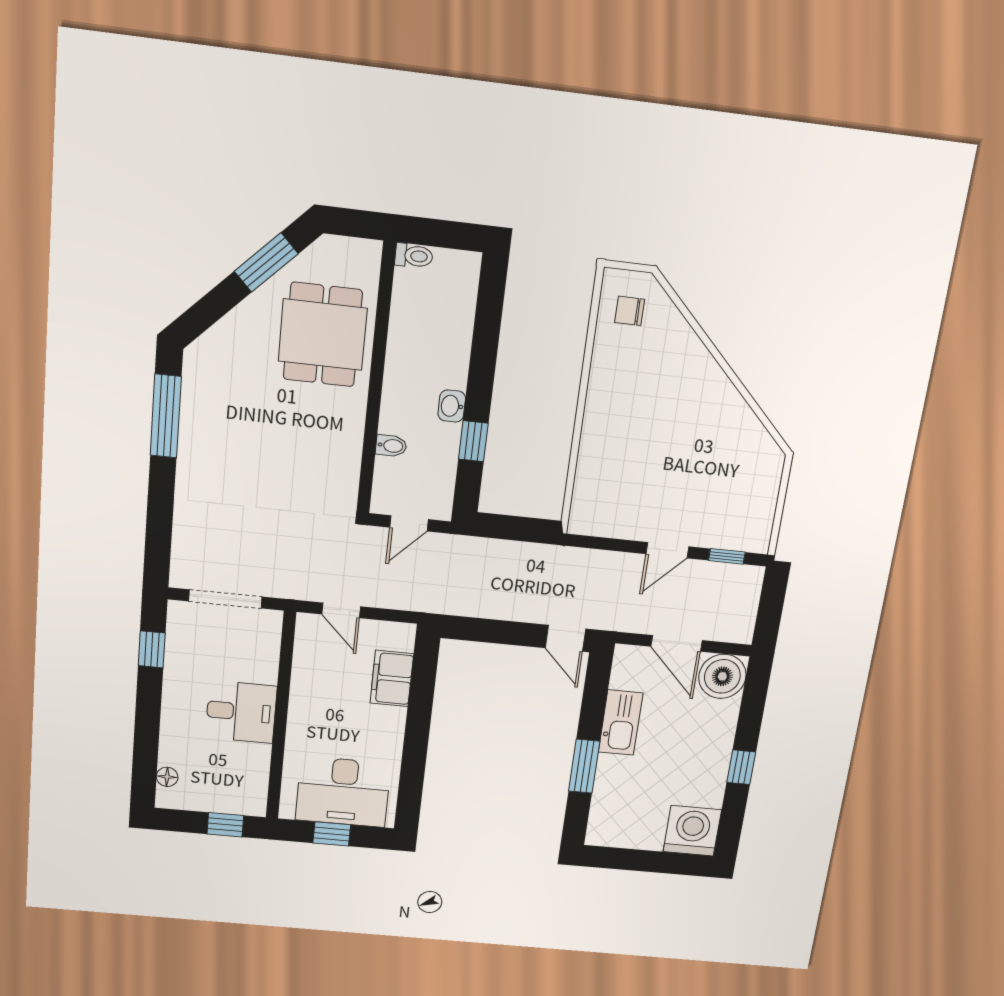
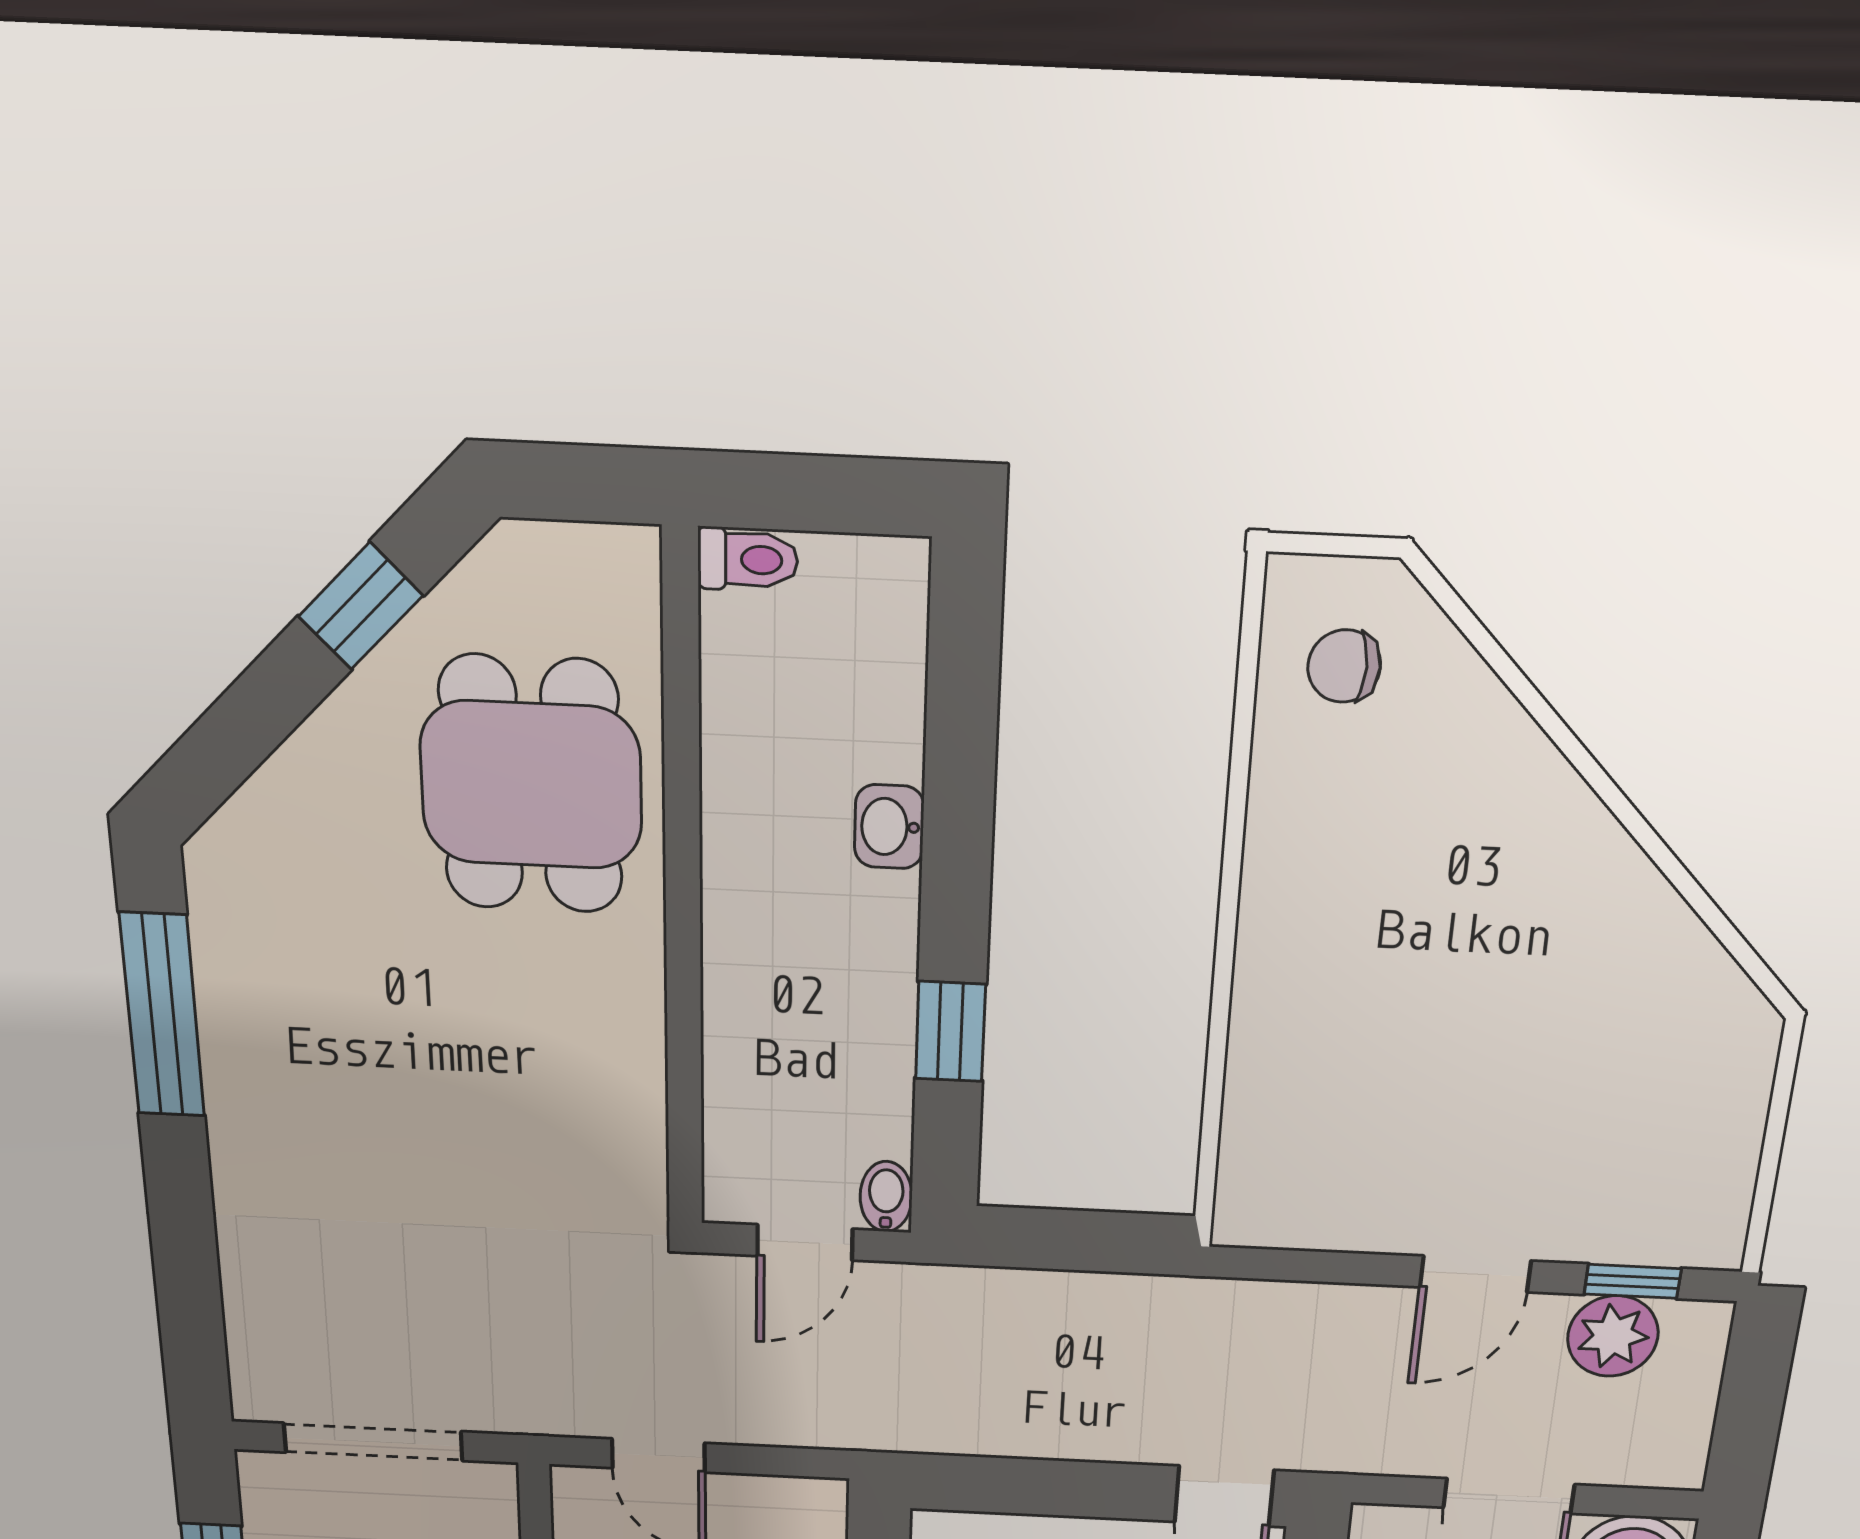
window: (266, 262) -> (361, 606), width x0.67
washbasin: (452, 406) -> (889, 827), moved
bidet: (391, 446) -> (886, 1197), moved, turned -90
plant: (719, 578) -> (1613, 1336), added

